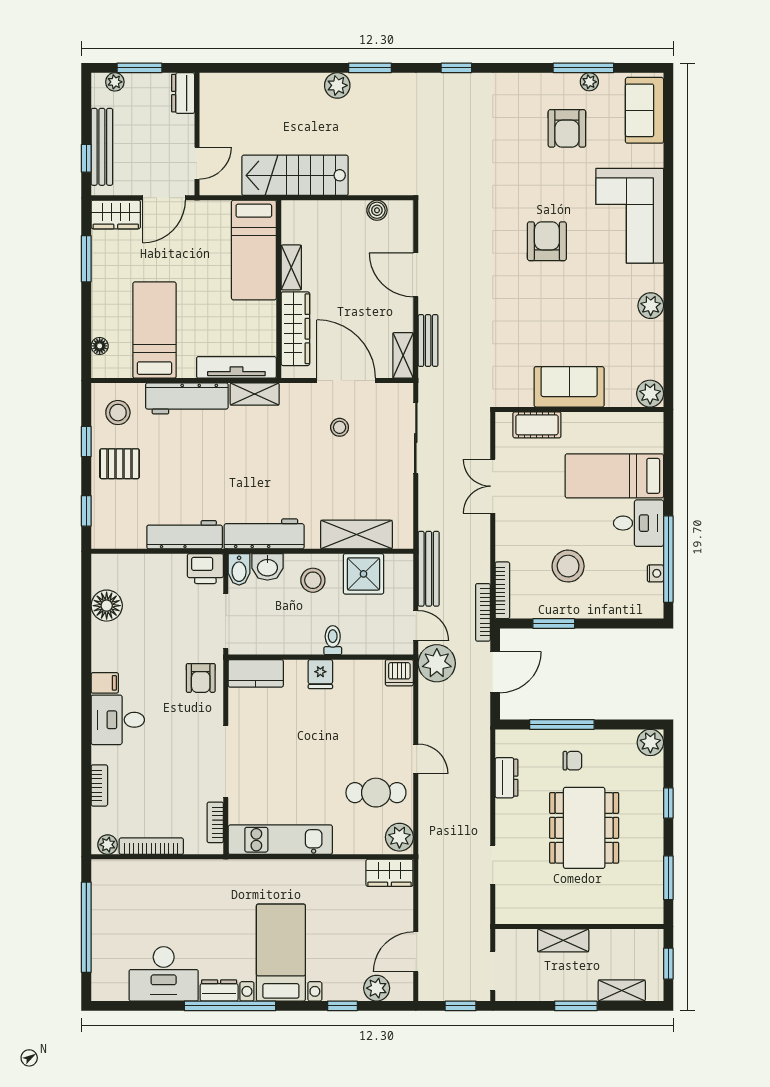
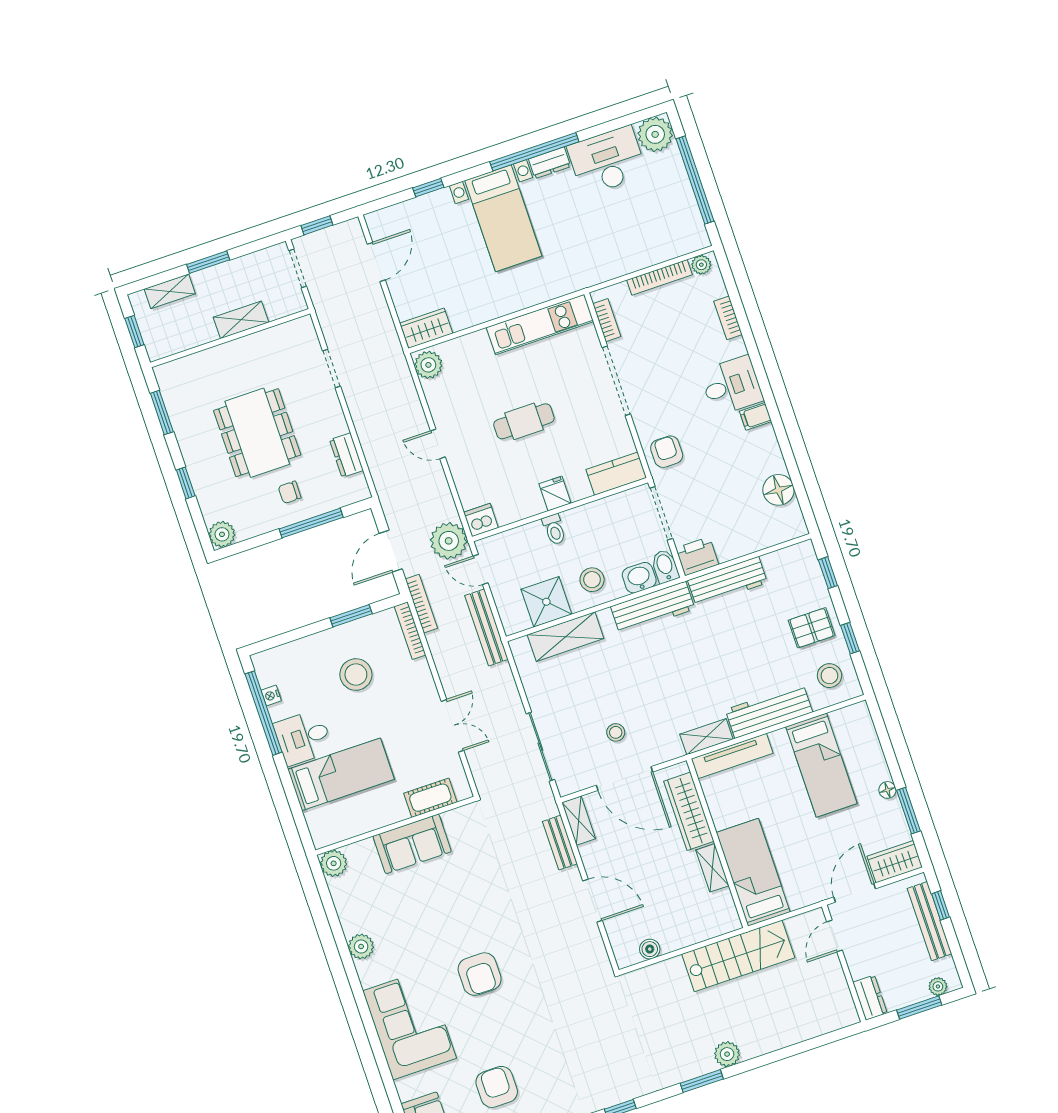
floor lamp: (100, 346) -> (887, 790), moved
cafe table: (376, 793) -> (524, 421), moved
plant: (377, 988) -> (655, 134), moved, width x1.36, depth x1.36

